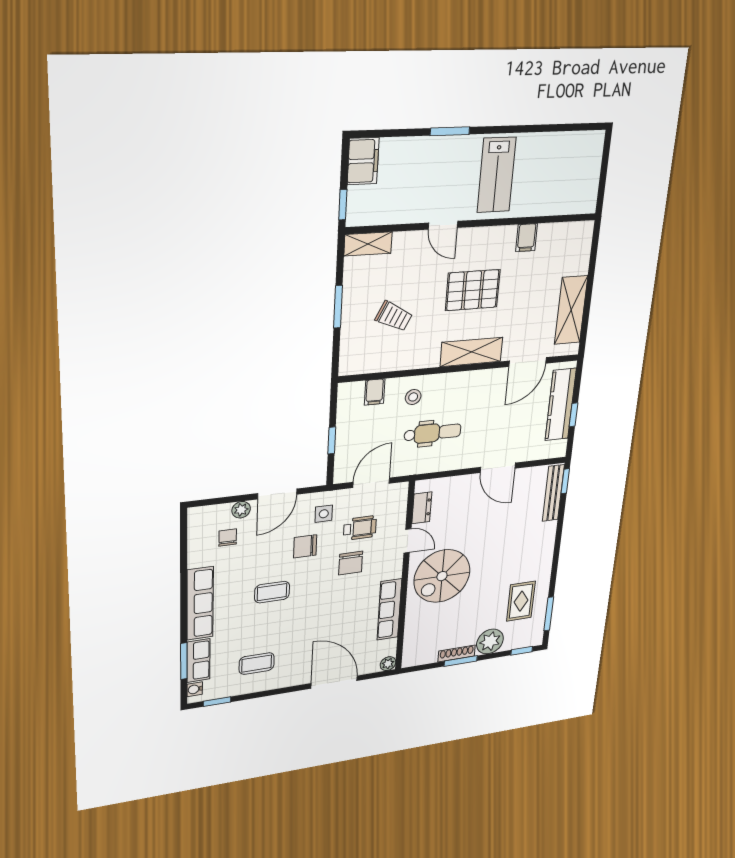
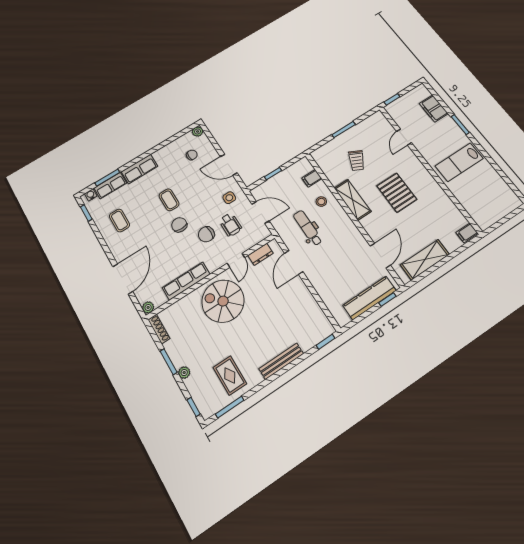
filing cabinet: (363, 161) -> (434, 109), moved, turned 90
door: (443, 225) -> (404, 137), moved
filing cabinet: (527, 238) -> (467, 233), moved
shelving: (368, 244) -> (383, 123), removed
shelving: (471, 352) -> (353, 200), moved
door: (528, 362) -> (380, 256), swing flipped
window: (573, 415) -> (387, 300), moved
dental chair: (433, 433) -> (308, 228), turned 180
door: (498, 468) -> (294, 262), moved
bench: (553, 493) -> (281, 361), moved
plant: (241, 510) -> (198, 131), moved
chair: (305, 546) -> (179, 225), moved
rug: (521, 601) -> (230, 375), turned 90
row of seats: (200, 604) -> (140, 169), width x0.68
plant: (490, 641) -> (184, 373), width x0.53, depth x0.53
shoe rack: (457, 654) -> (159, 329), moved

